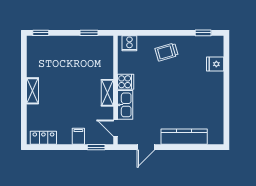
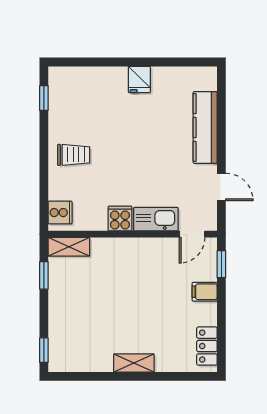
trolley: (167, 52) -> (74, 155), turned -74
fridge: (215, 64) -> (139, 79), moved
shelving: (107, 93) -> (69, 247), moved

